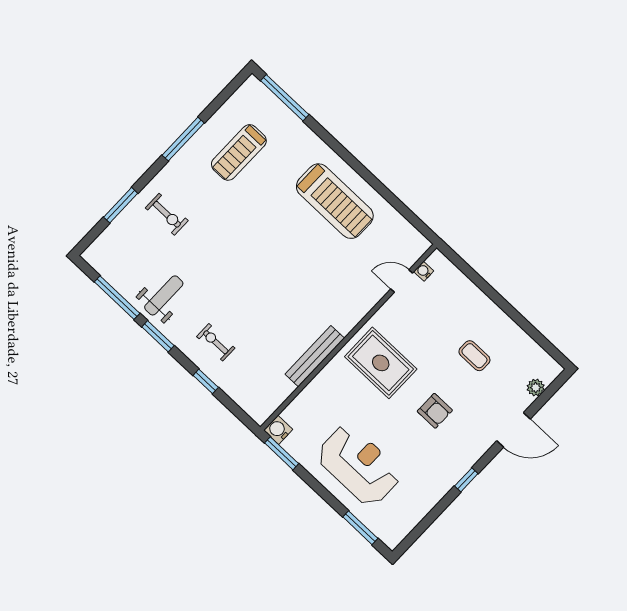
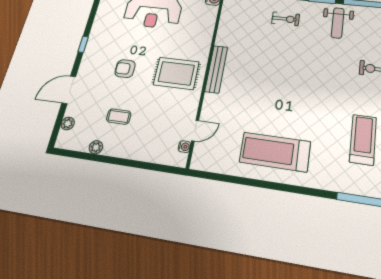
plant: (519, 337) -> (96, 147), added
bench: (315, 356) -> (216, 69), moved

